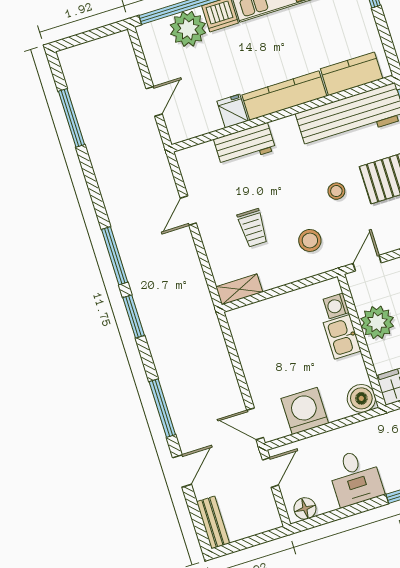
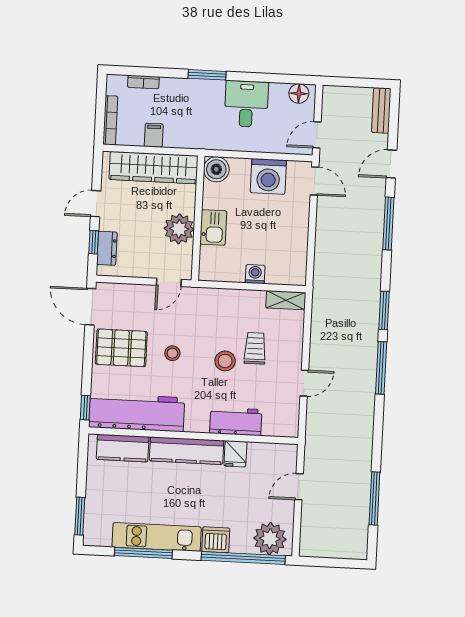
plant: (188, 29) -> (270, 539), moved
stool: (310, 240) -> (225, 361), moved
washing machine: (336, 306) -> (255, 274), moved, turned -90

